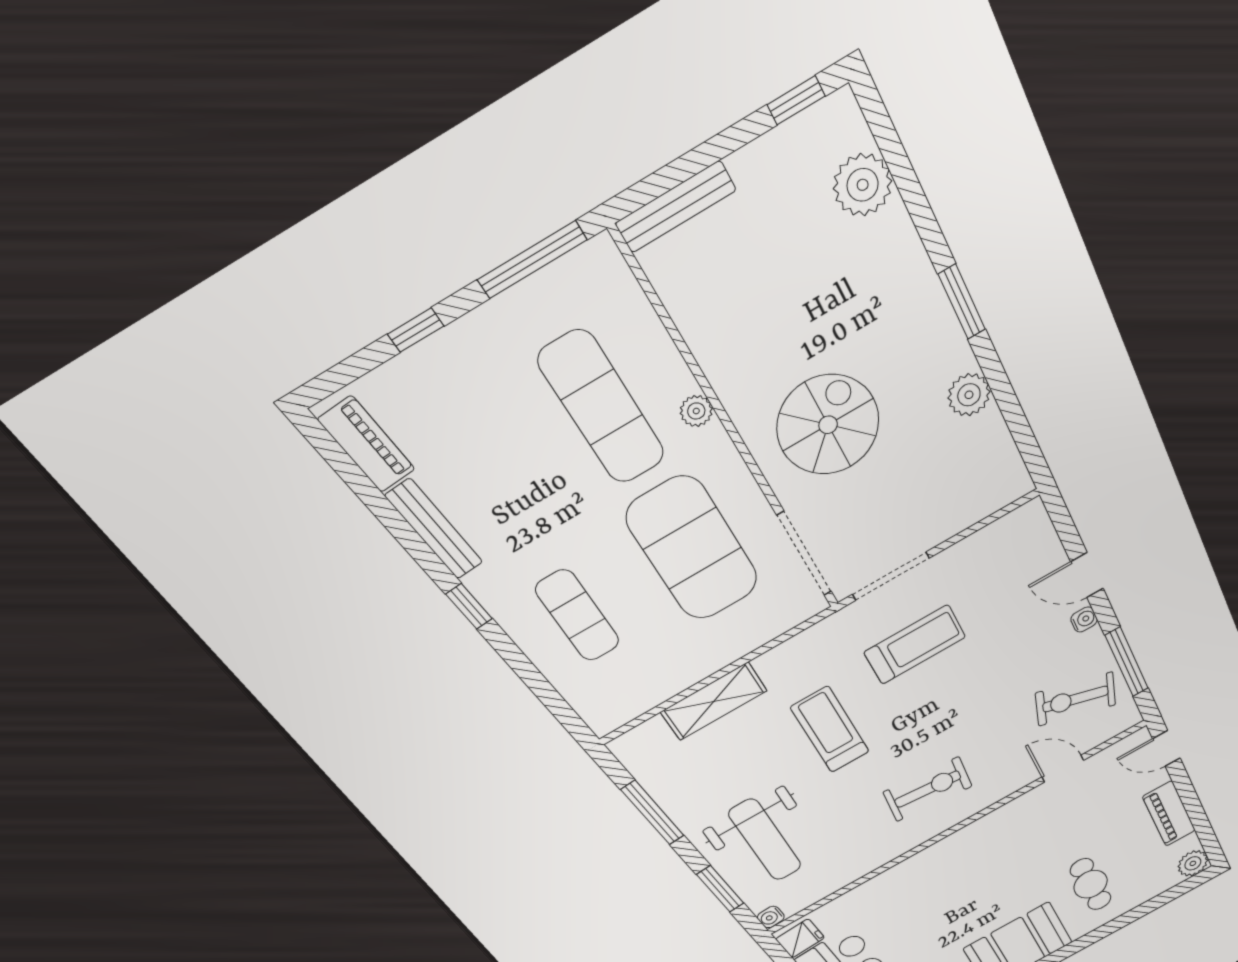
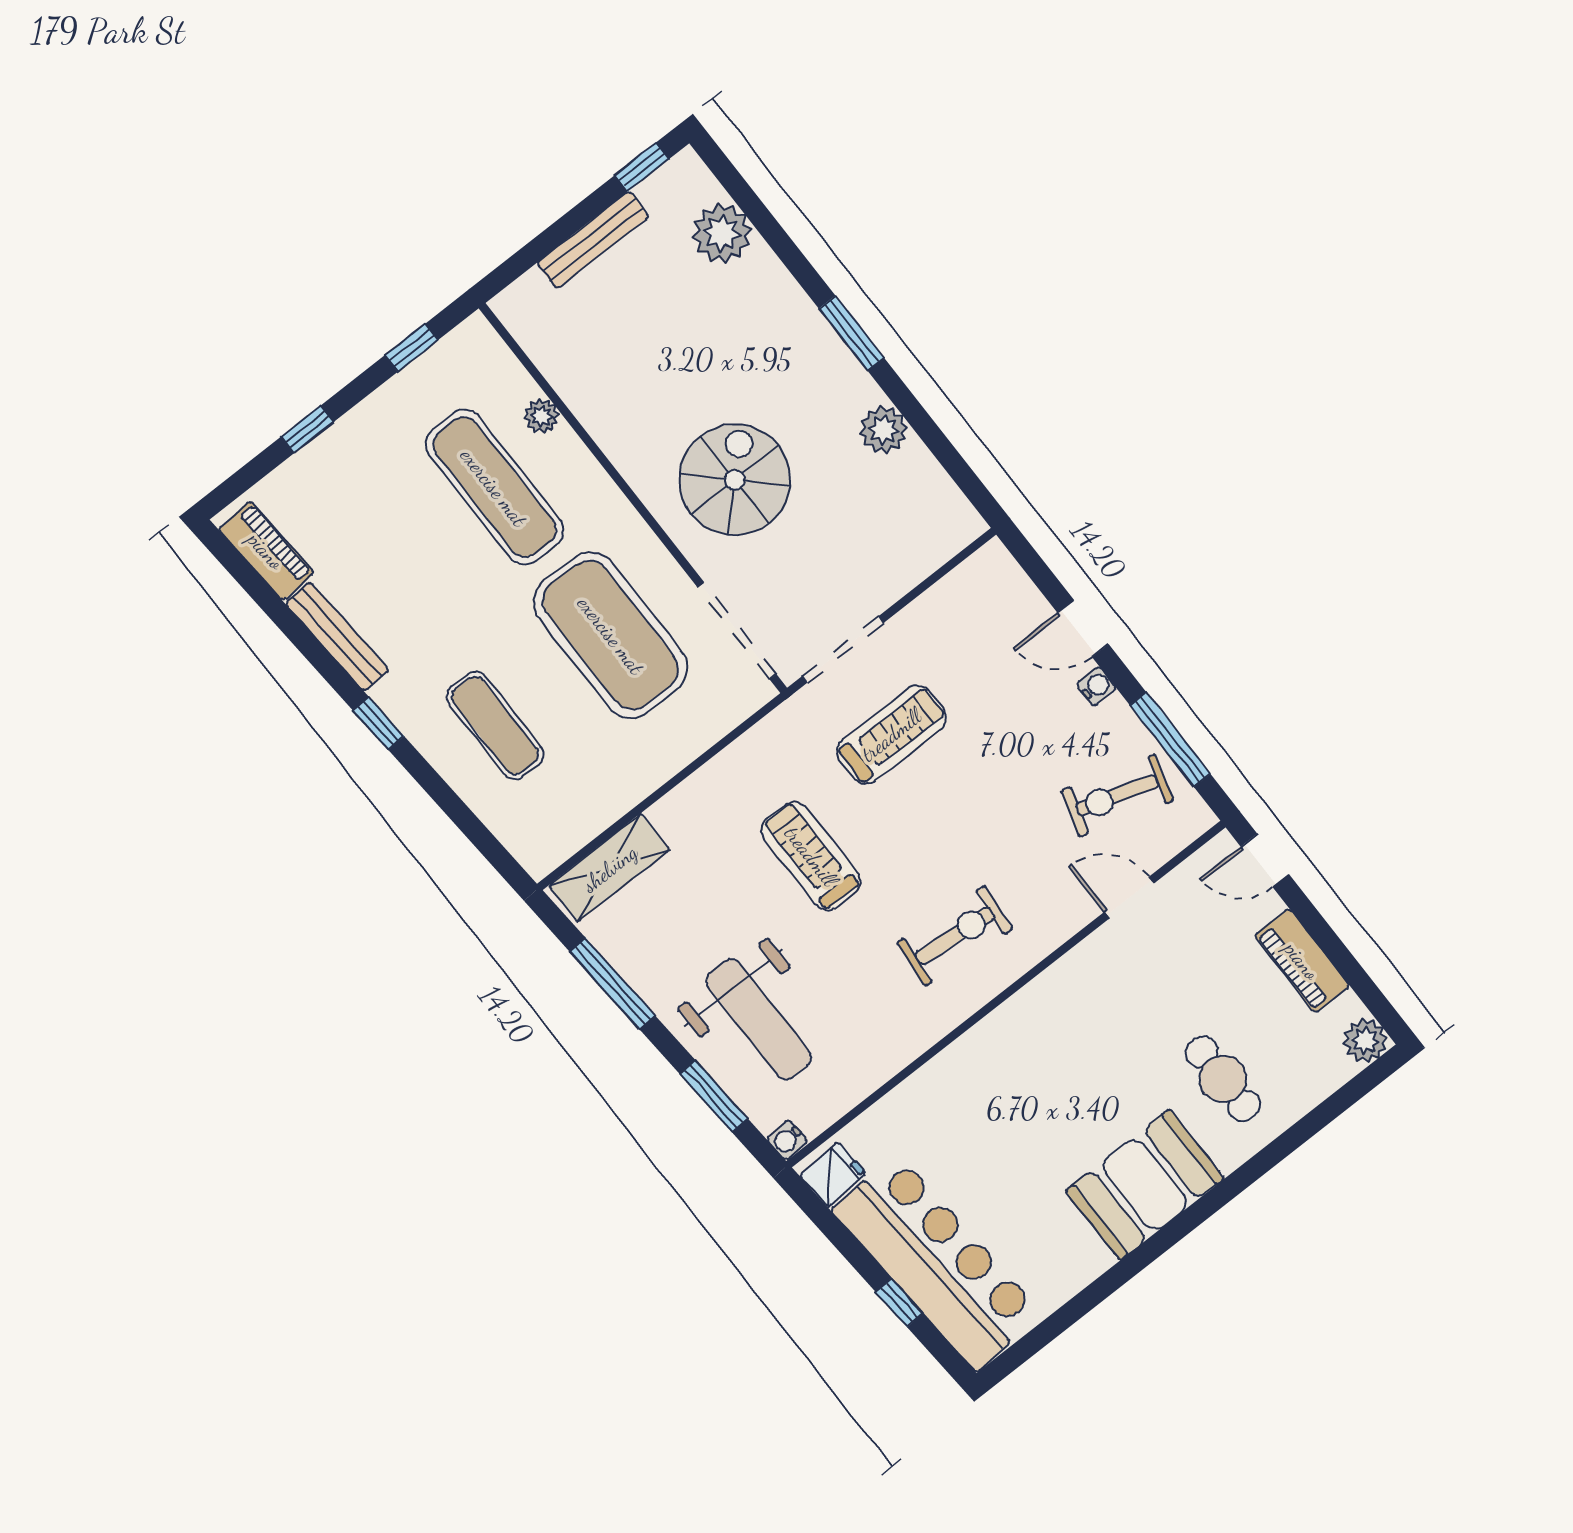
bench: (676, 207) -> (593, 240), moved
window: (532, 260) -> (411, 348), width x0.46
plant: (696, 411) -> (541, 416), moved
shelving: (714, 701) -> (610, 868), moved

